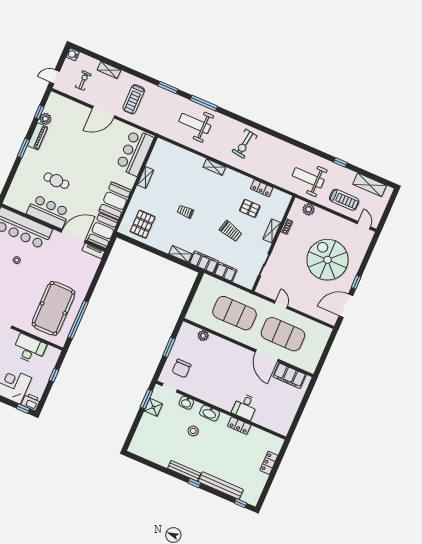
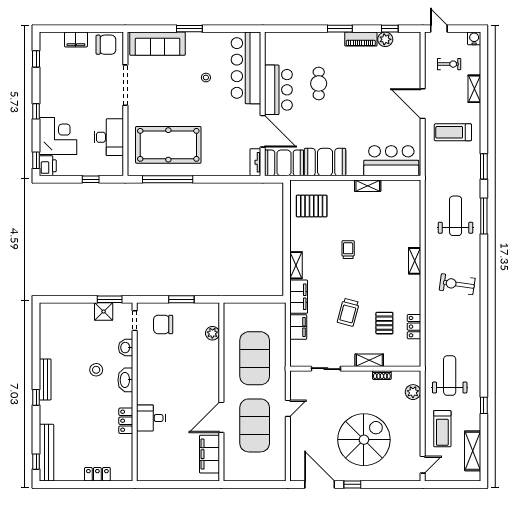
bench: (221, 486) -> (46, 453), moved

